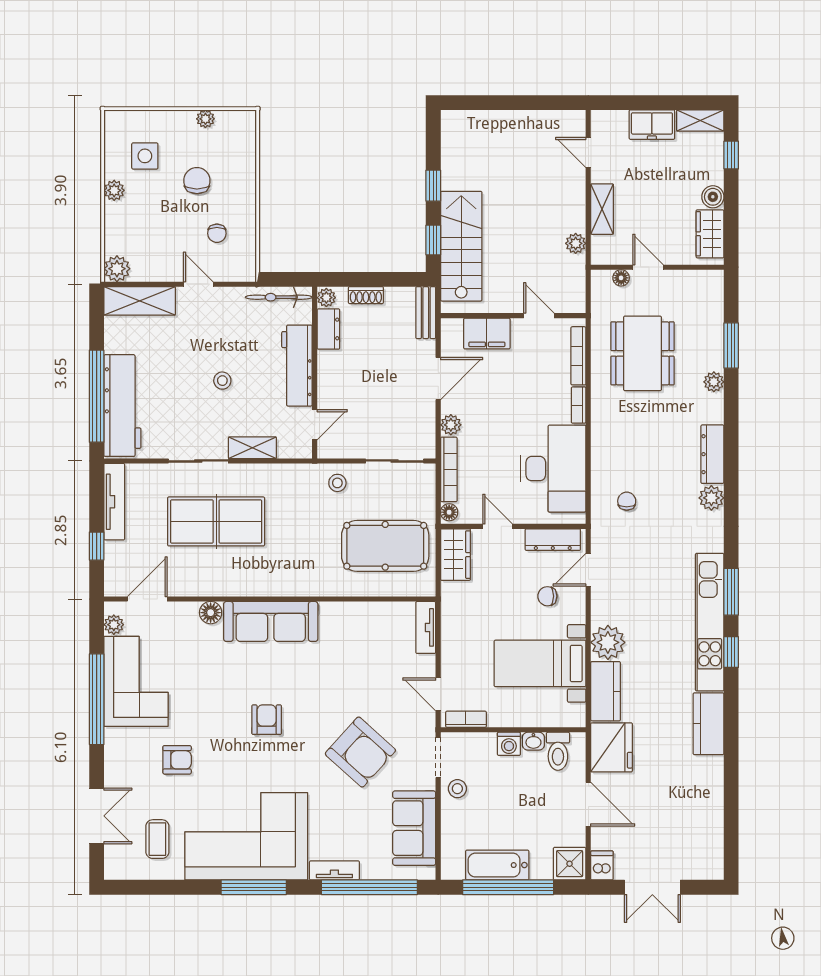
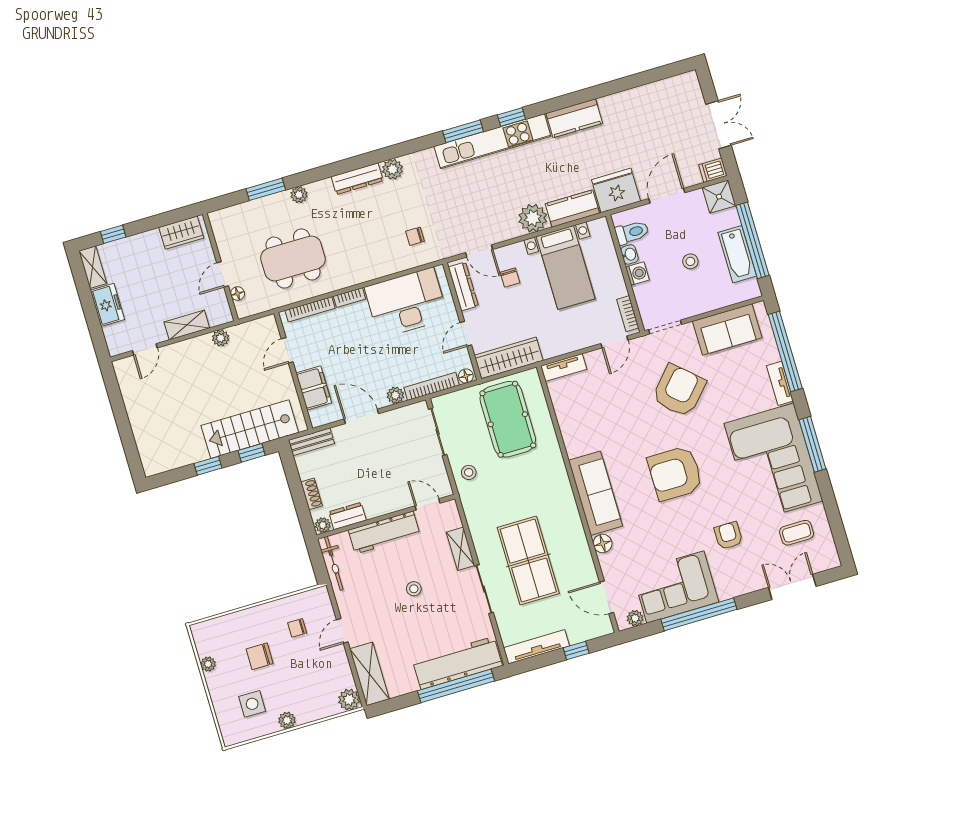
boiler: (713, 197) -> (151, 239), removed
chair: (217, 233) -> (297, 628), turned 180
wardrobe: (455, 555) -> (509, 358), width x1.50
armchair: (267, 720) -> (675, 473), width x1.88, depth x1.88
stool: (457, 789) -> (690, 261), moved

